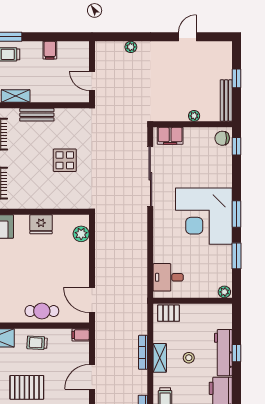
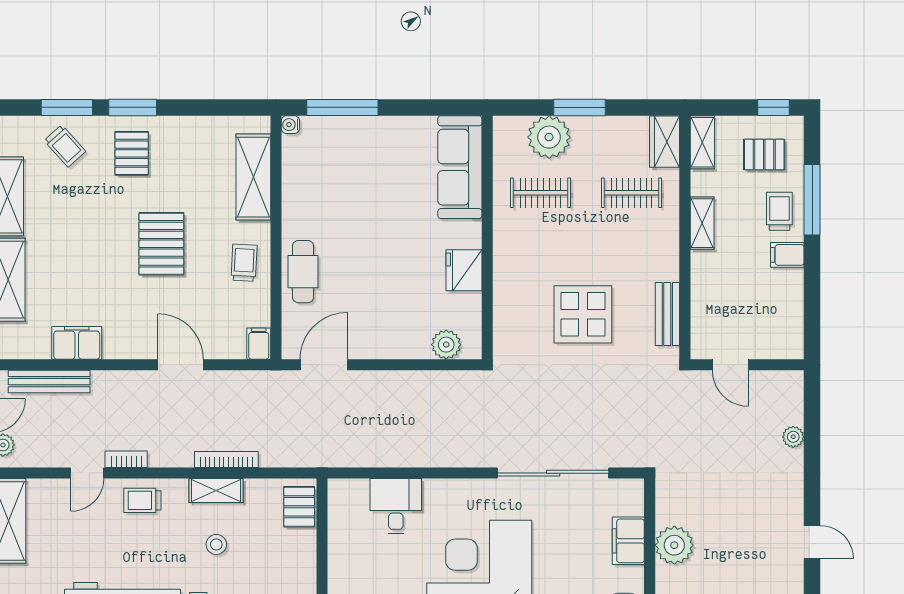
filing cabinet: (50, 50) -> (787, 255), moved
door: (92, 81) -> (730, 365), swing flipped
bench: (37, 115) -> (667, 314), moved
plant: (194, 116) -> (674, 545), width x1.87, depth x1.87
filing cabinet: (170, 136) -> (628, 541), moved
display table: (65, 160) -> (583, 314), width x1.36, depth x1.36
desk: (168, 277) -> (396, 506), moved

